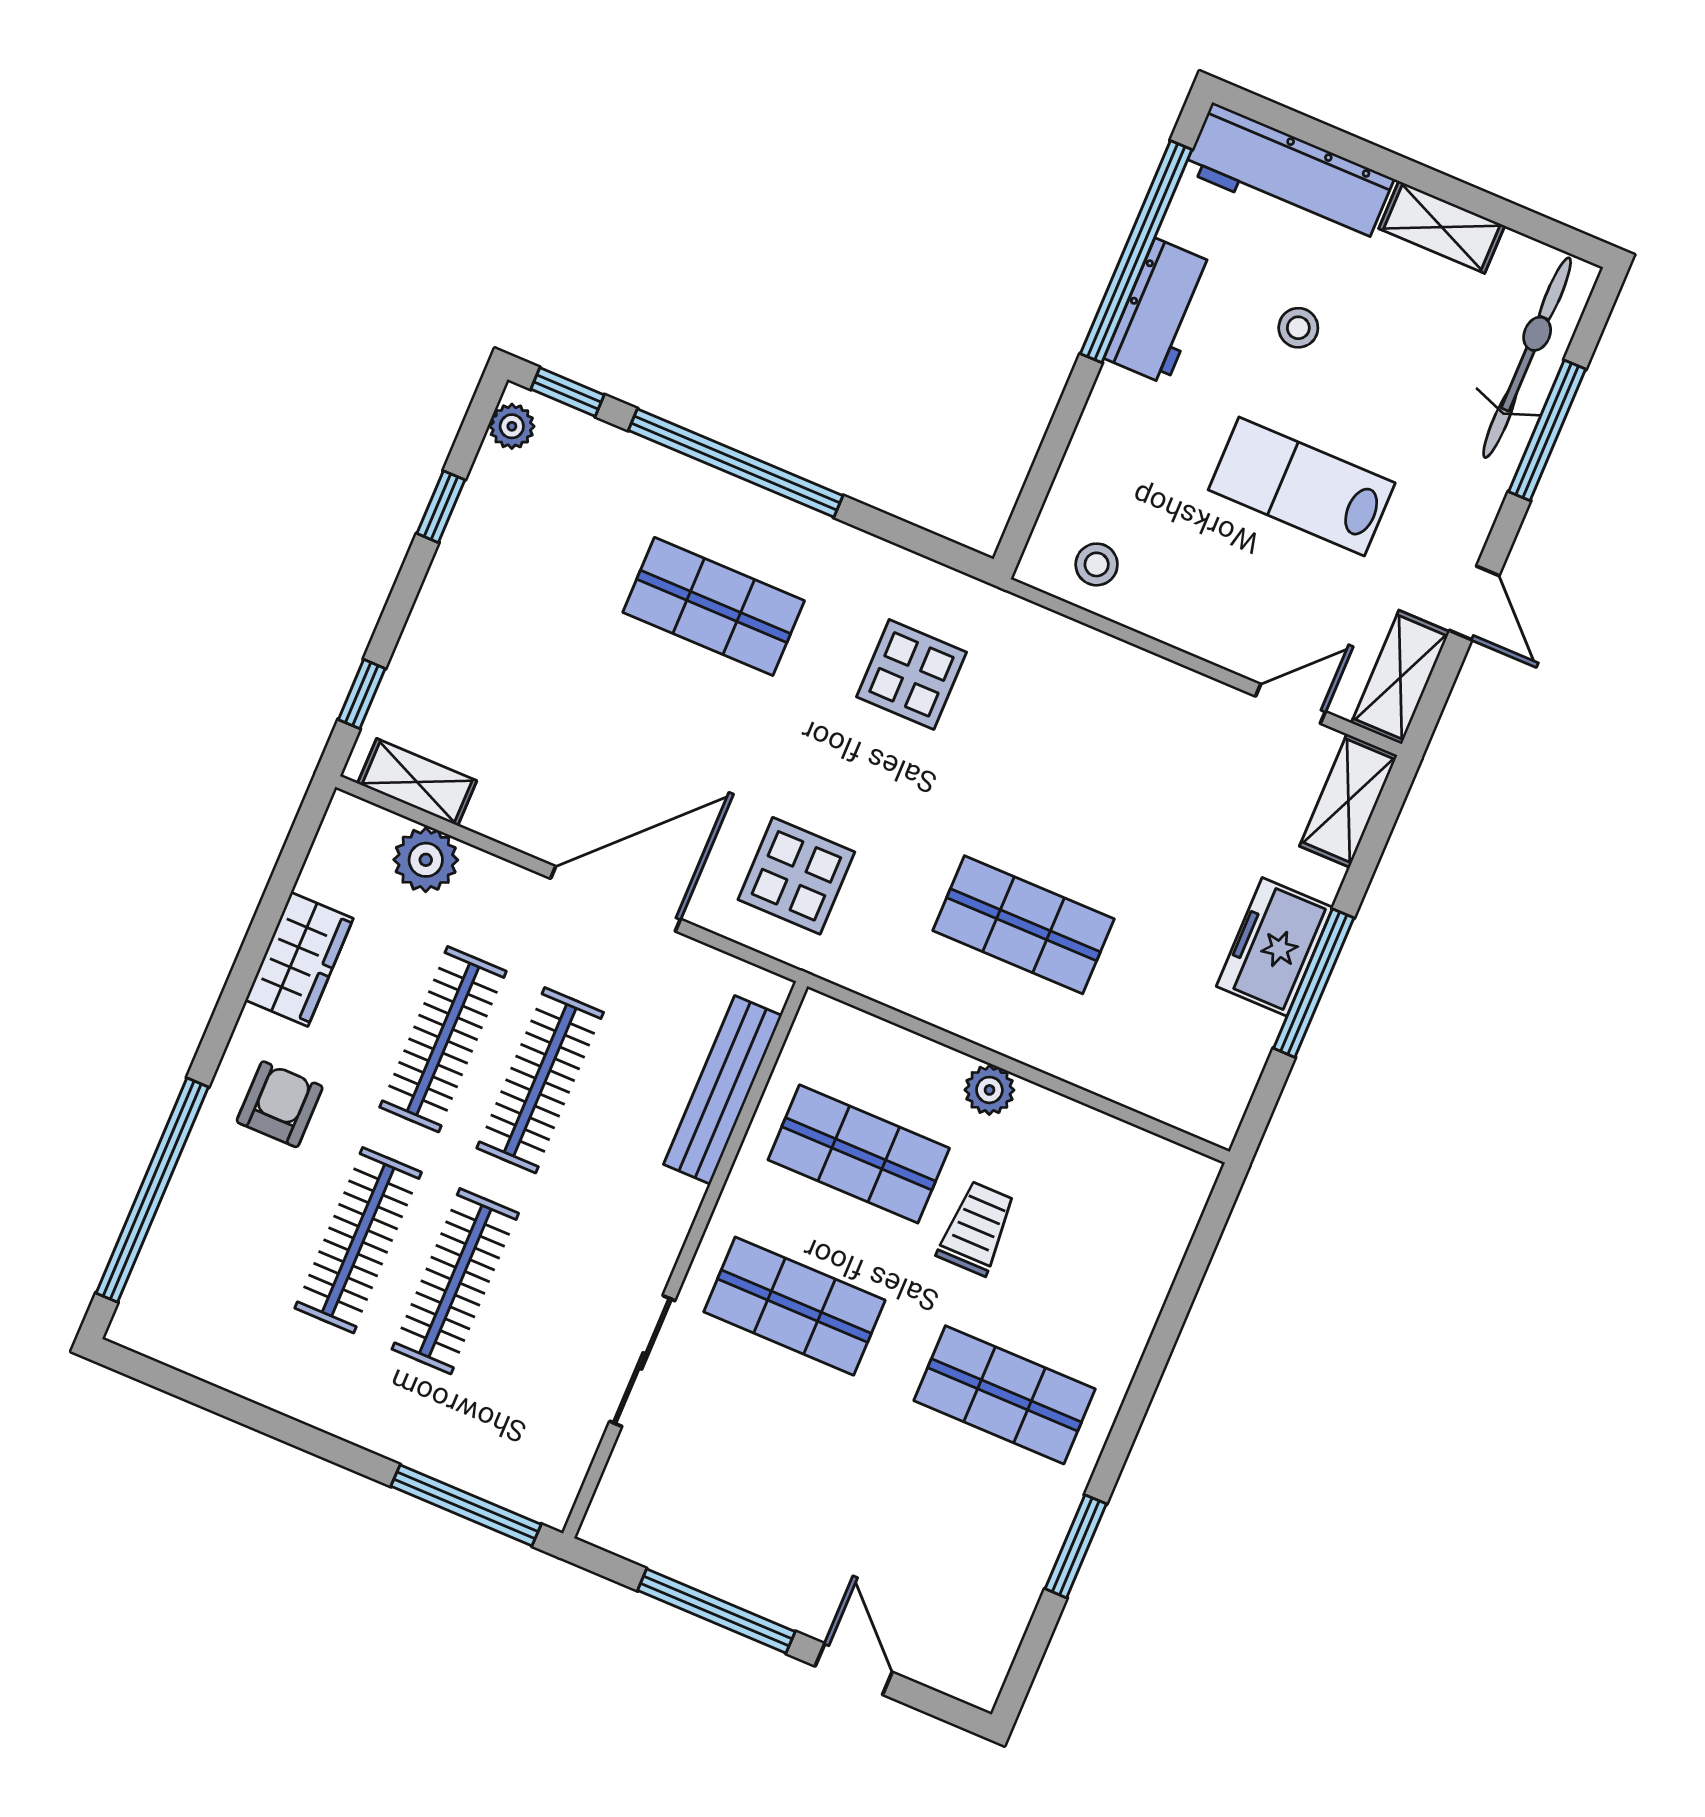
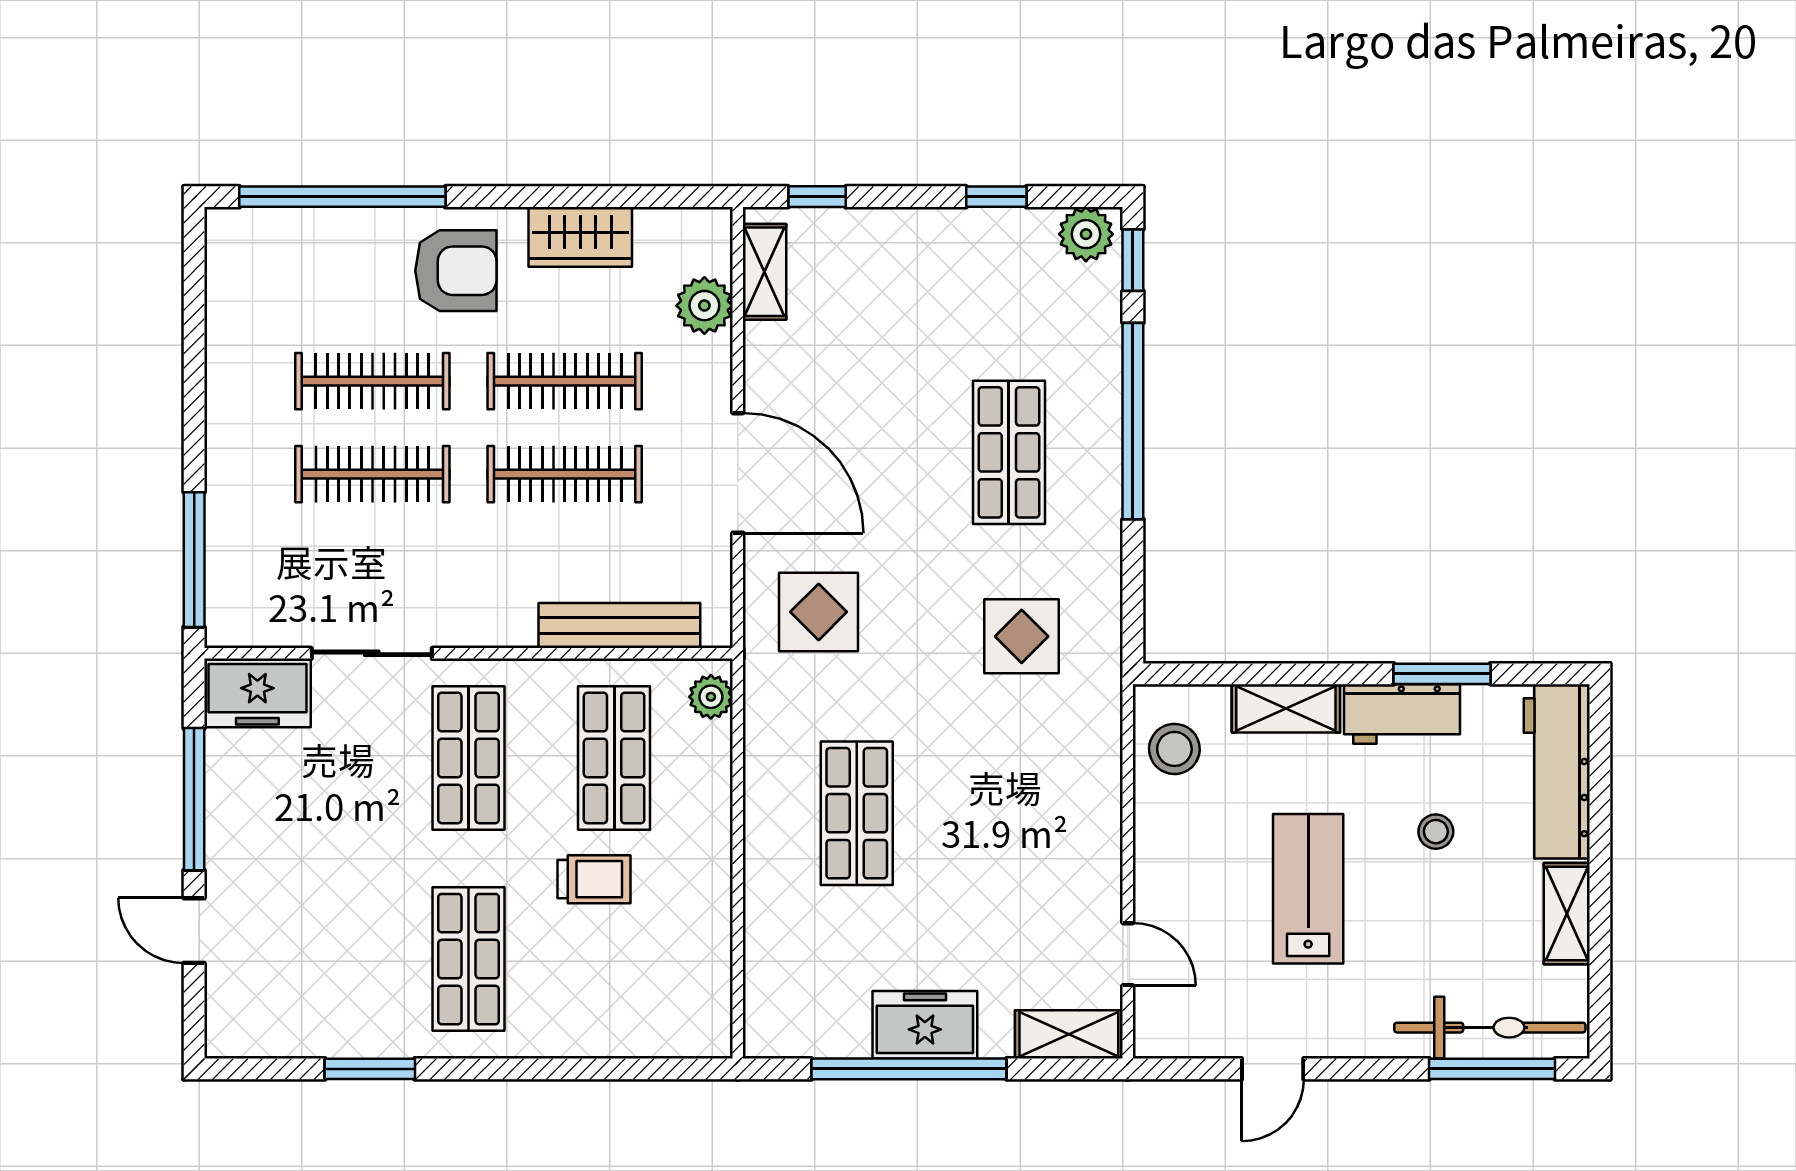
window: (1136, 252) -> (1442, 674), width x0.47
plant: (512, 426) -> (1086, 234), width x1.38, depth x1.38
window: (1547, 430) -> (1492, 1069), moved
stool: (1097, 564) -> (1174, 749), width x1.37, depth x1.37
shelving: (1400, 677) -> (1286, 708), moved
window: (1314, 983) -> (909, 1069), width x1.46
plant: (989, 1090) -> (711, 697), moved
armchair: (280, 1104) -> (456, 271), width x1.38, depth x1.38
freezer: (633, 1498) -> (257, 693), added
door: (854, 1669) -> (194, 931), swing flipped

